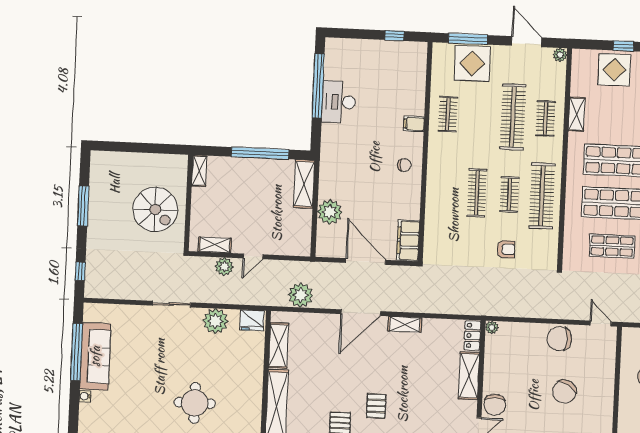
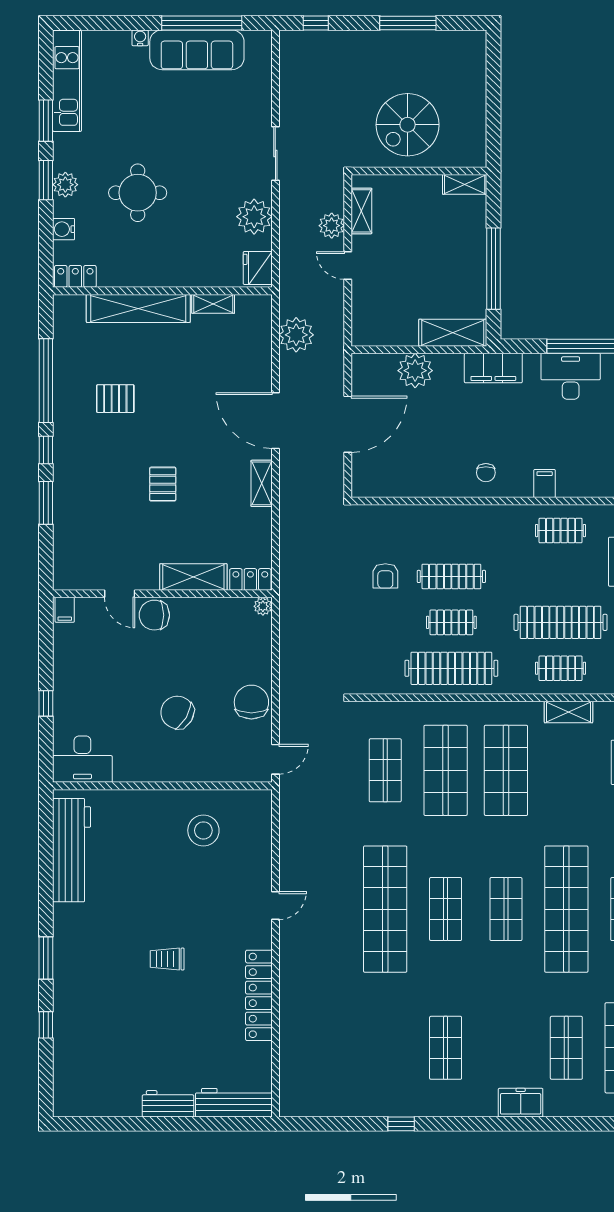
filing cabinet: (408, 241) -> (493, 368), moved, turned 180
armchair: (506, 249) -> (385, 576), moved
shelving: (279, 346) -> (213, 304), width x0.67, depth x0.75
pallet: (376, 406) -> (163, 484), moved, turned 90

